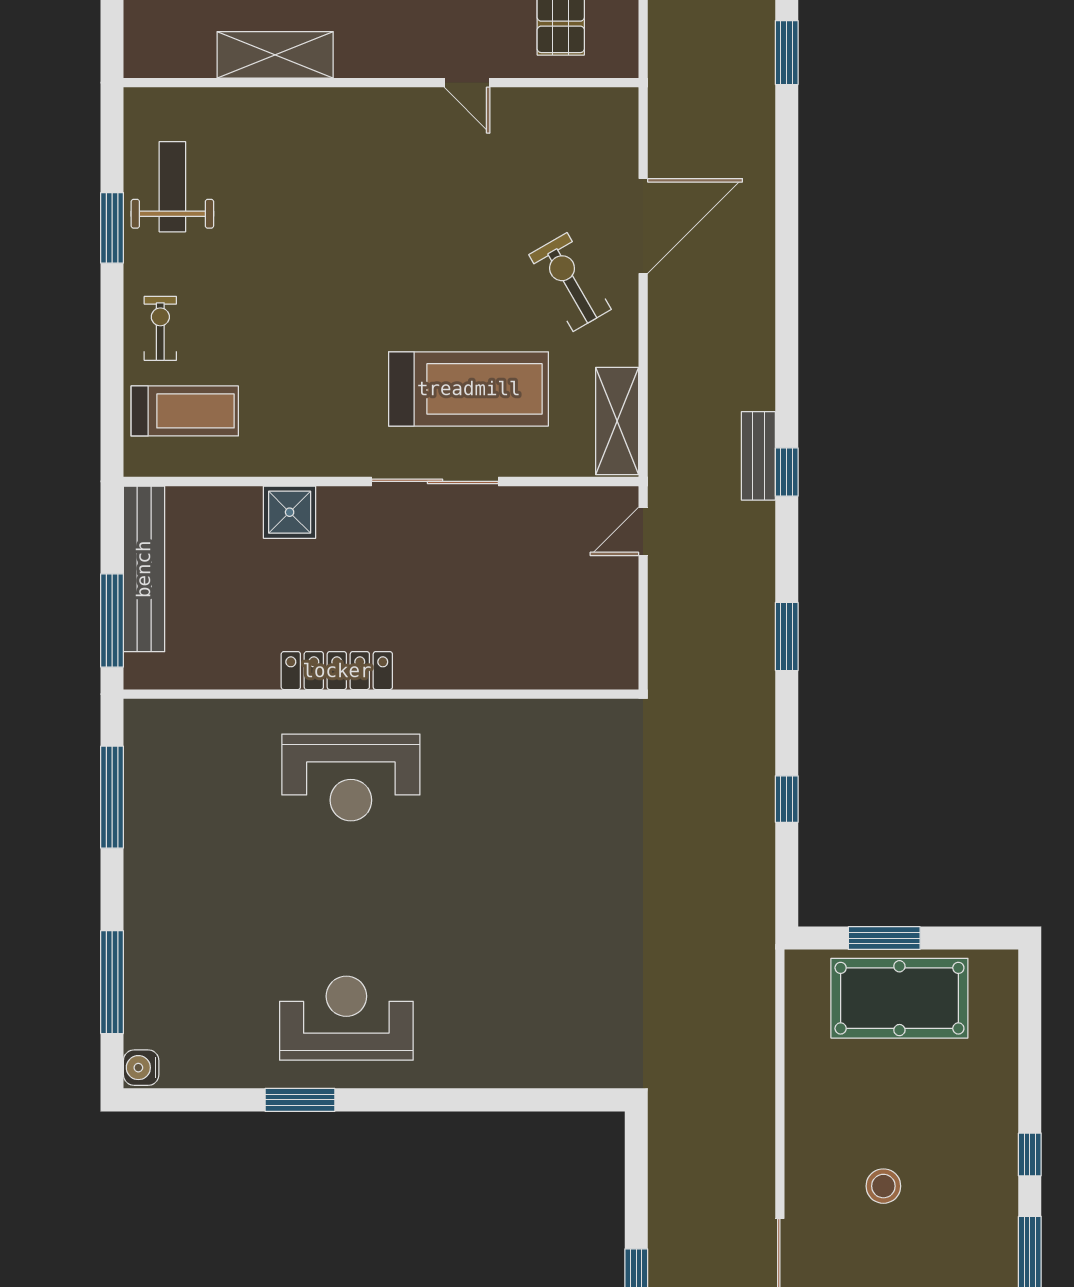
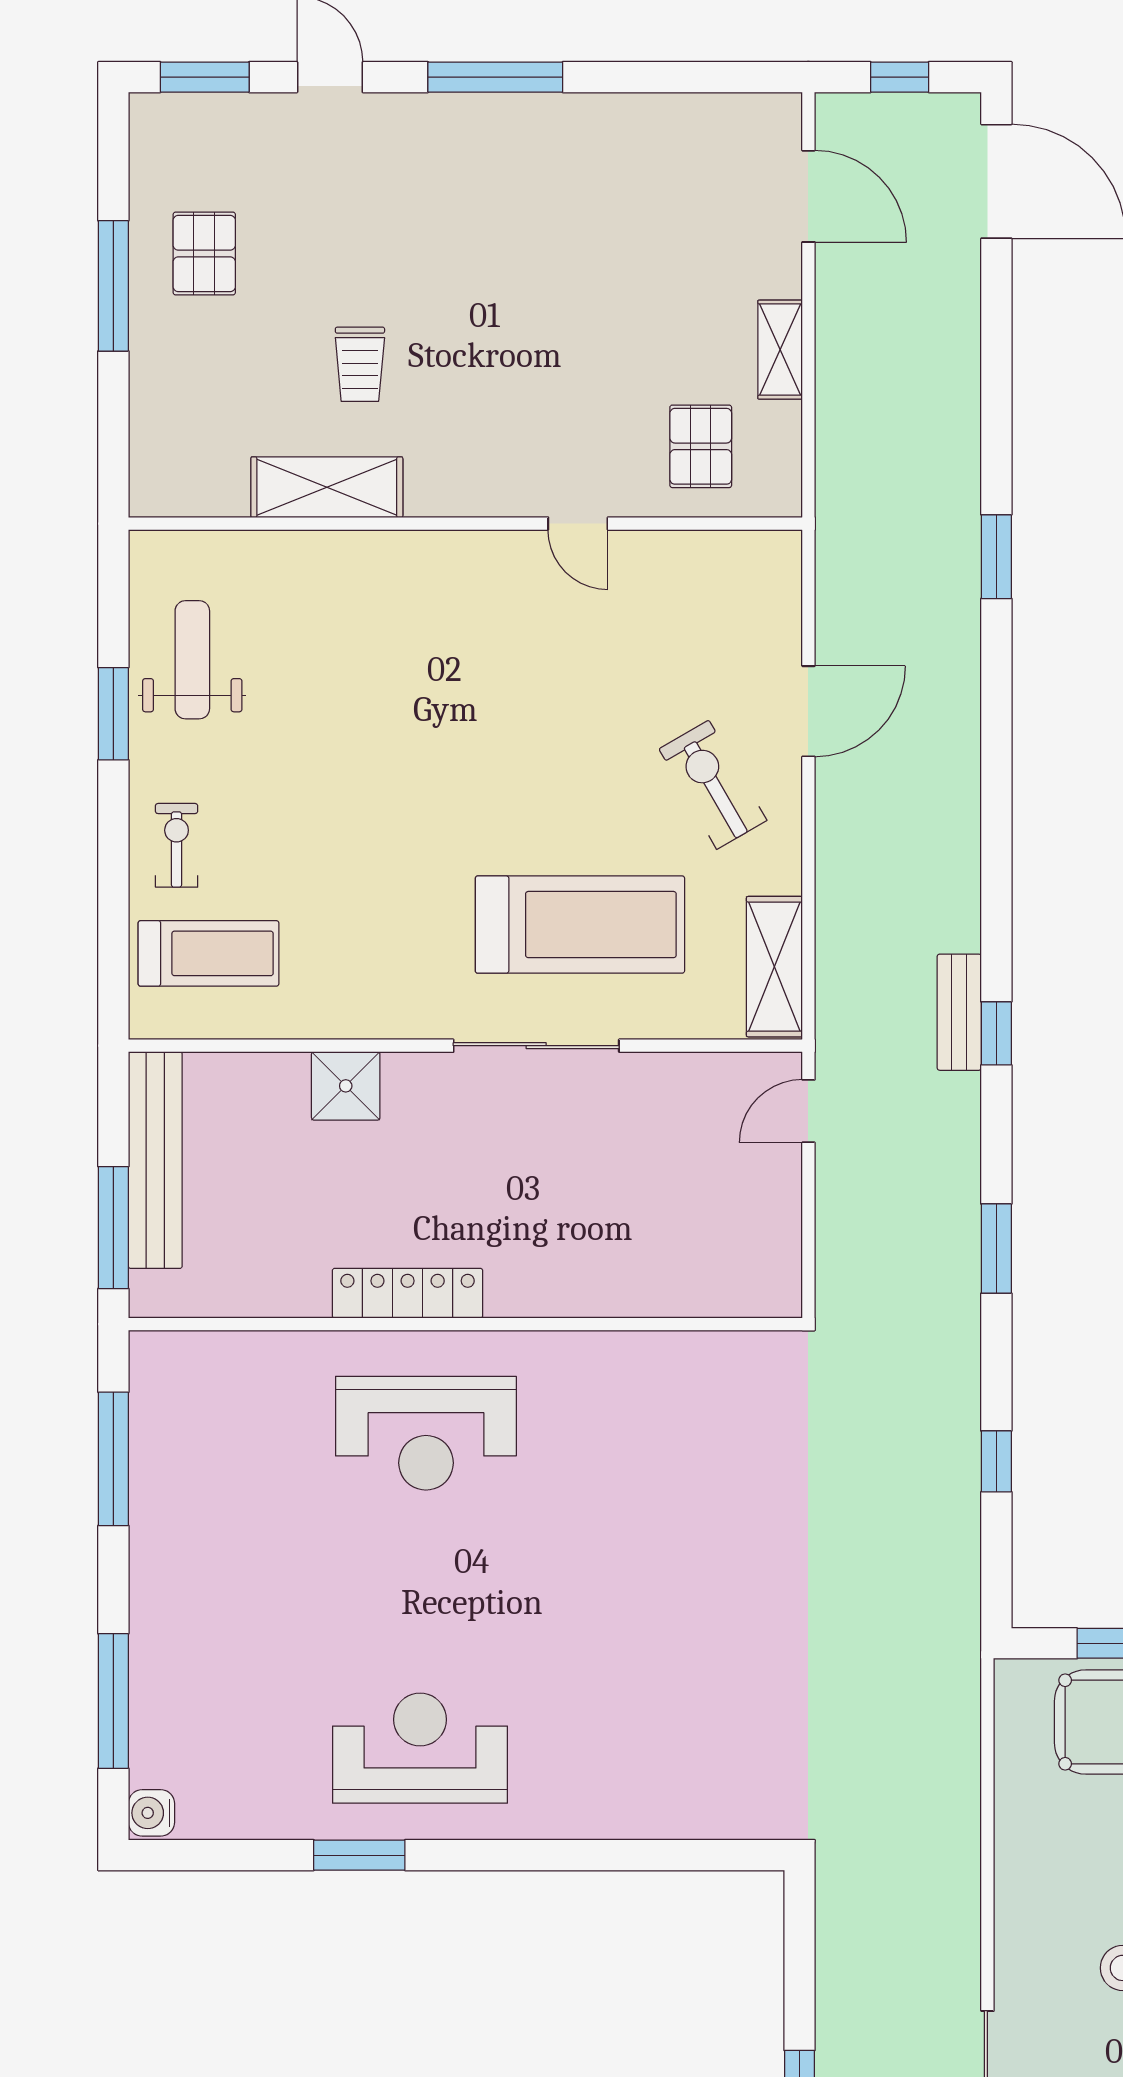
window: (787, 53) -> (996, 557), moved
door: (643, 226) -> (808, 711), width x0.73

